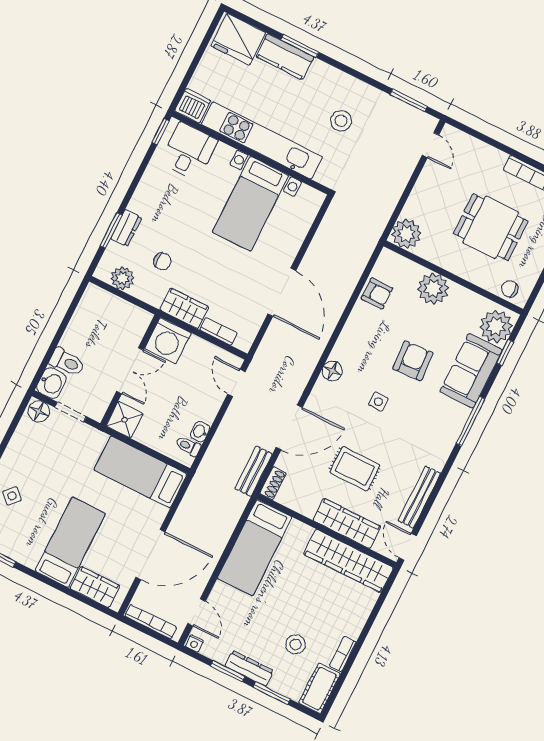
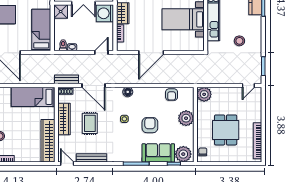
armchair: (413, 361) -> (150, 125), turned -87
wardrobe: (347, 523) -> (64, 119), moved
door: (408, 547) -> (67, 164), hinge flipped

